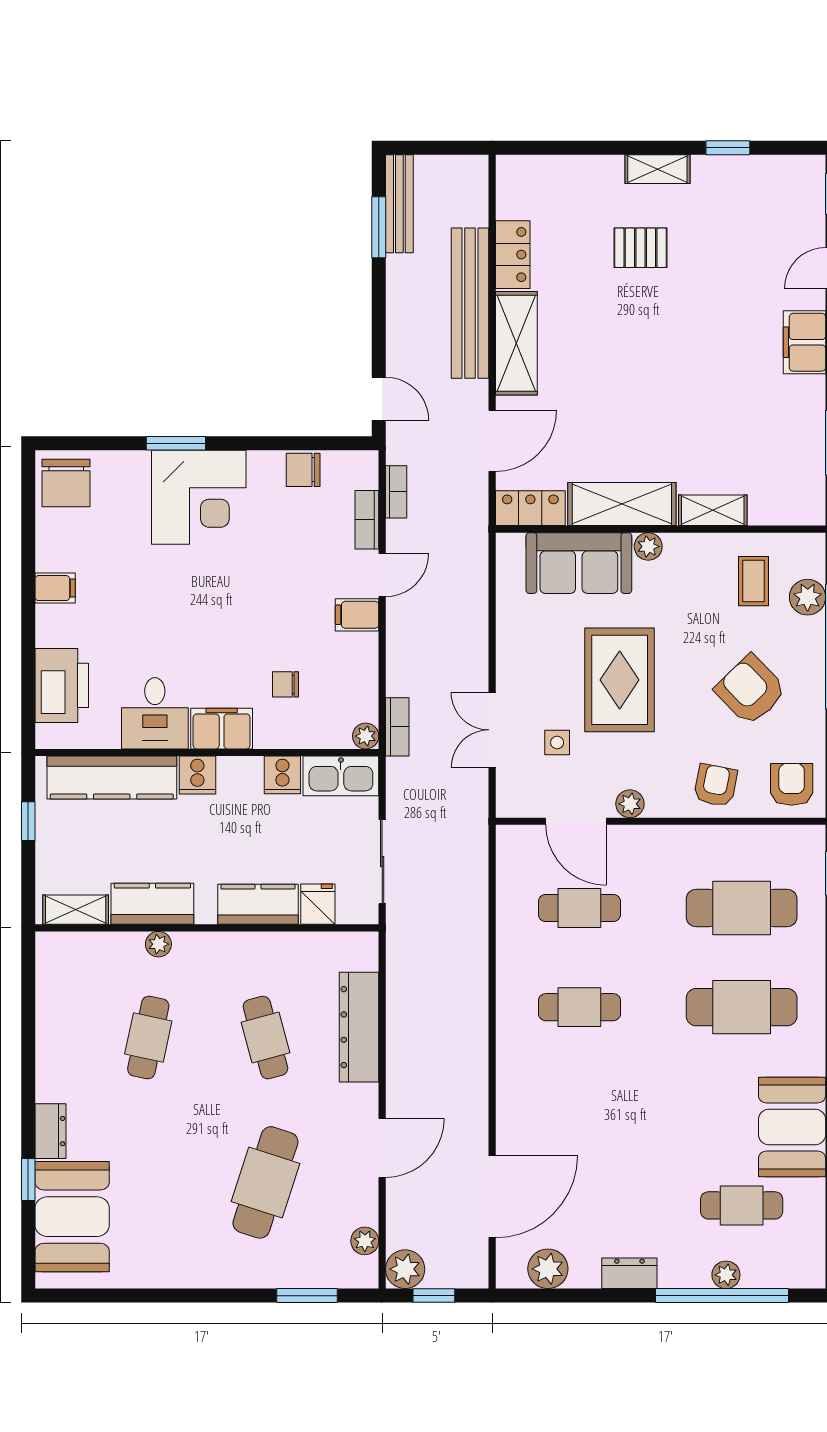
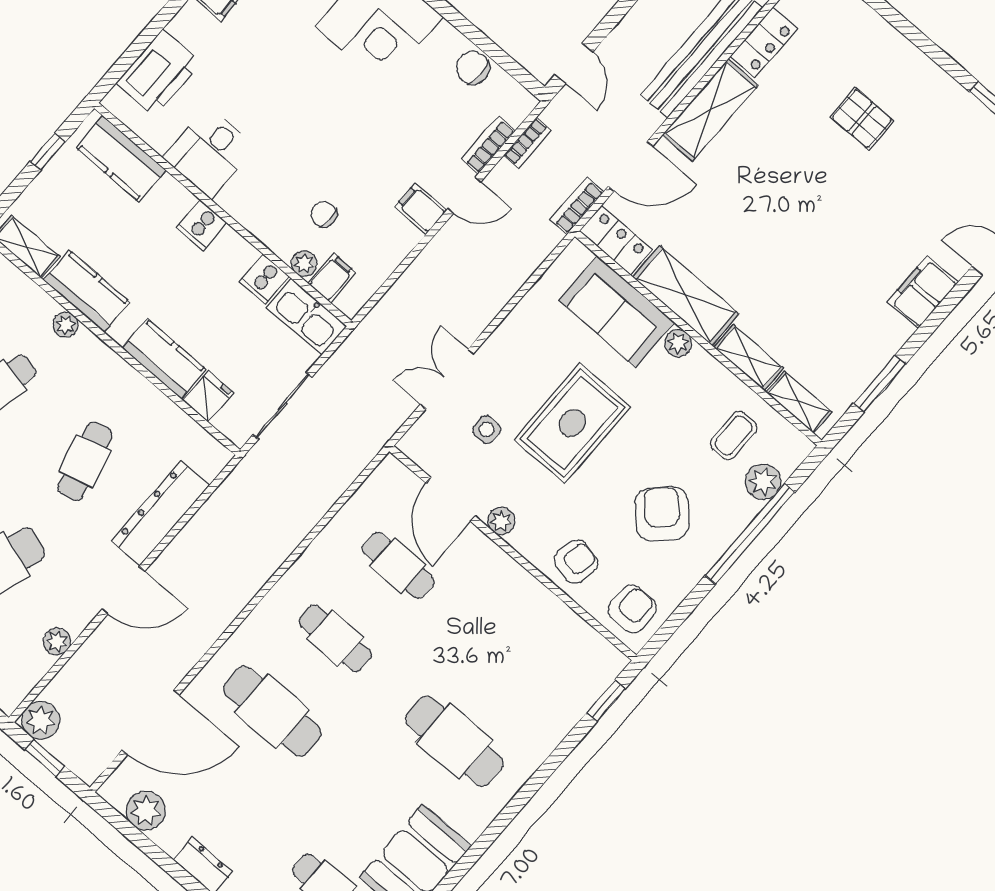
shelving: (657, 169) -> (799, 402), moved
bookcase: (397, 727) -> (577, 206), moved, turned 180
filing cabinet: (222, 729) -> (332, 278), moved, width x0.50
plant: (366, 736) -> (304, 264), moved
kitchen counter: (112, 778) -> (121, 159), width x0.67
cafe table: (742, 908) -> (272, 711), moved
door: (382, 1148) -> (123, 590), moved
plant: (365, 1241) -> (57, 641), moved

